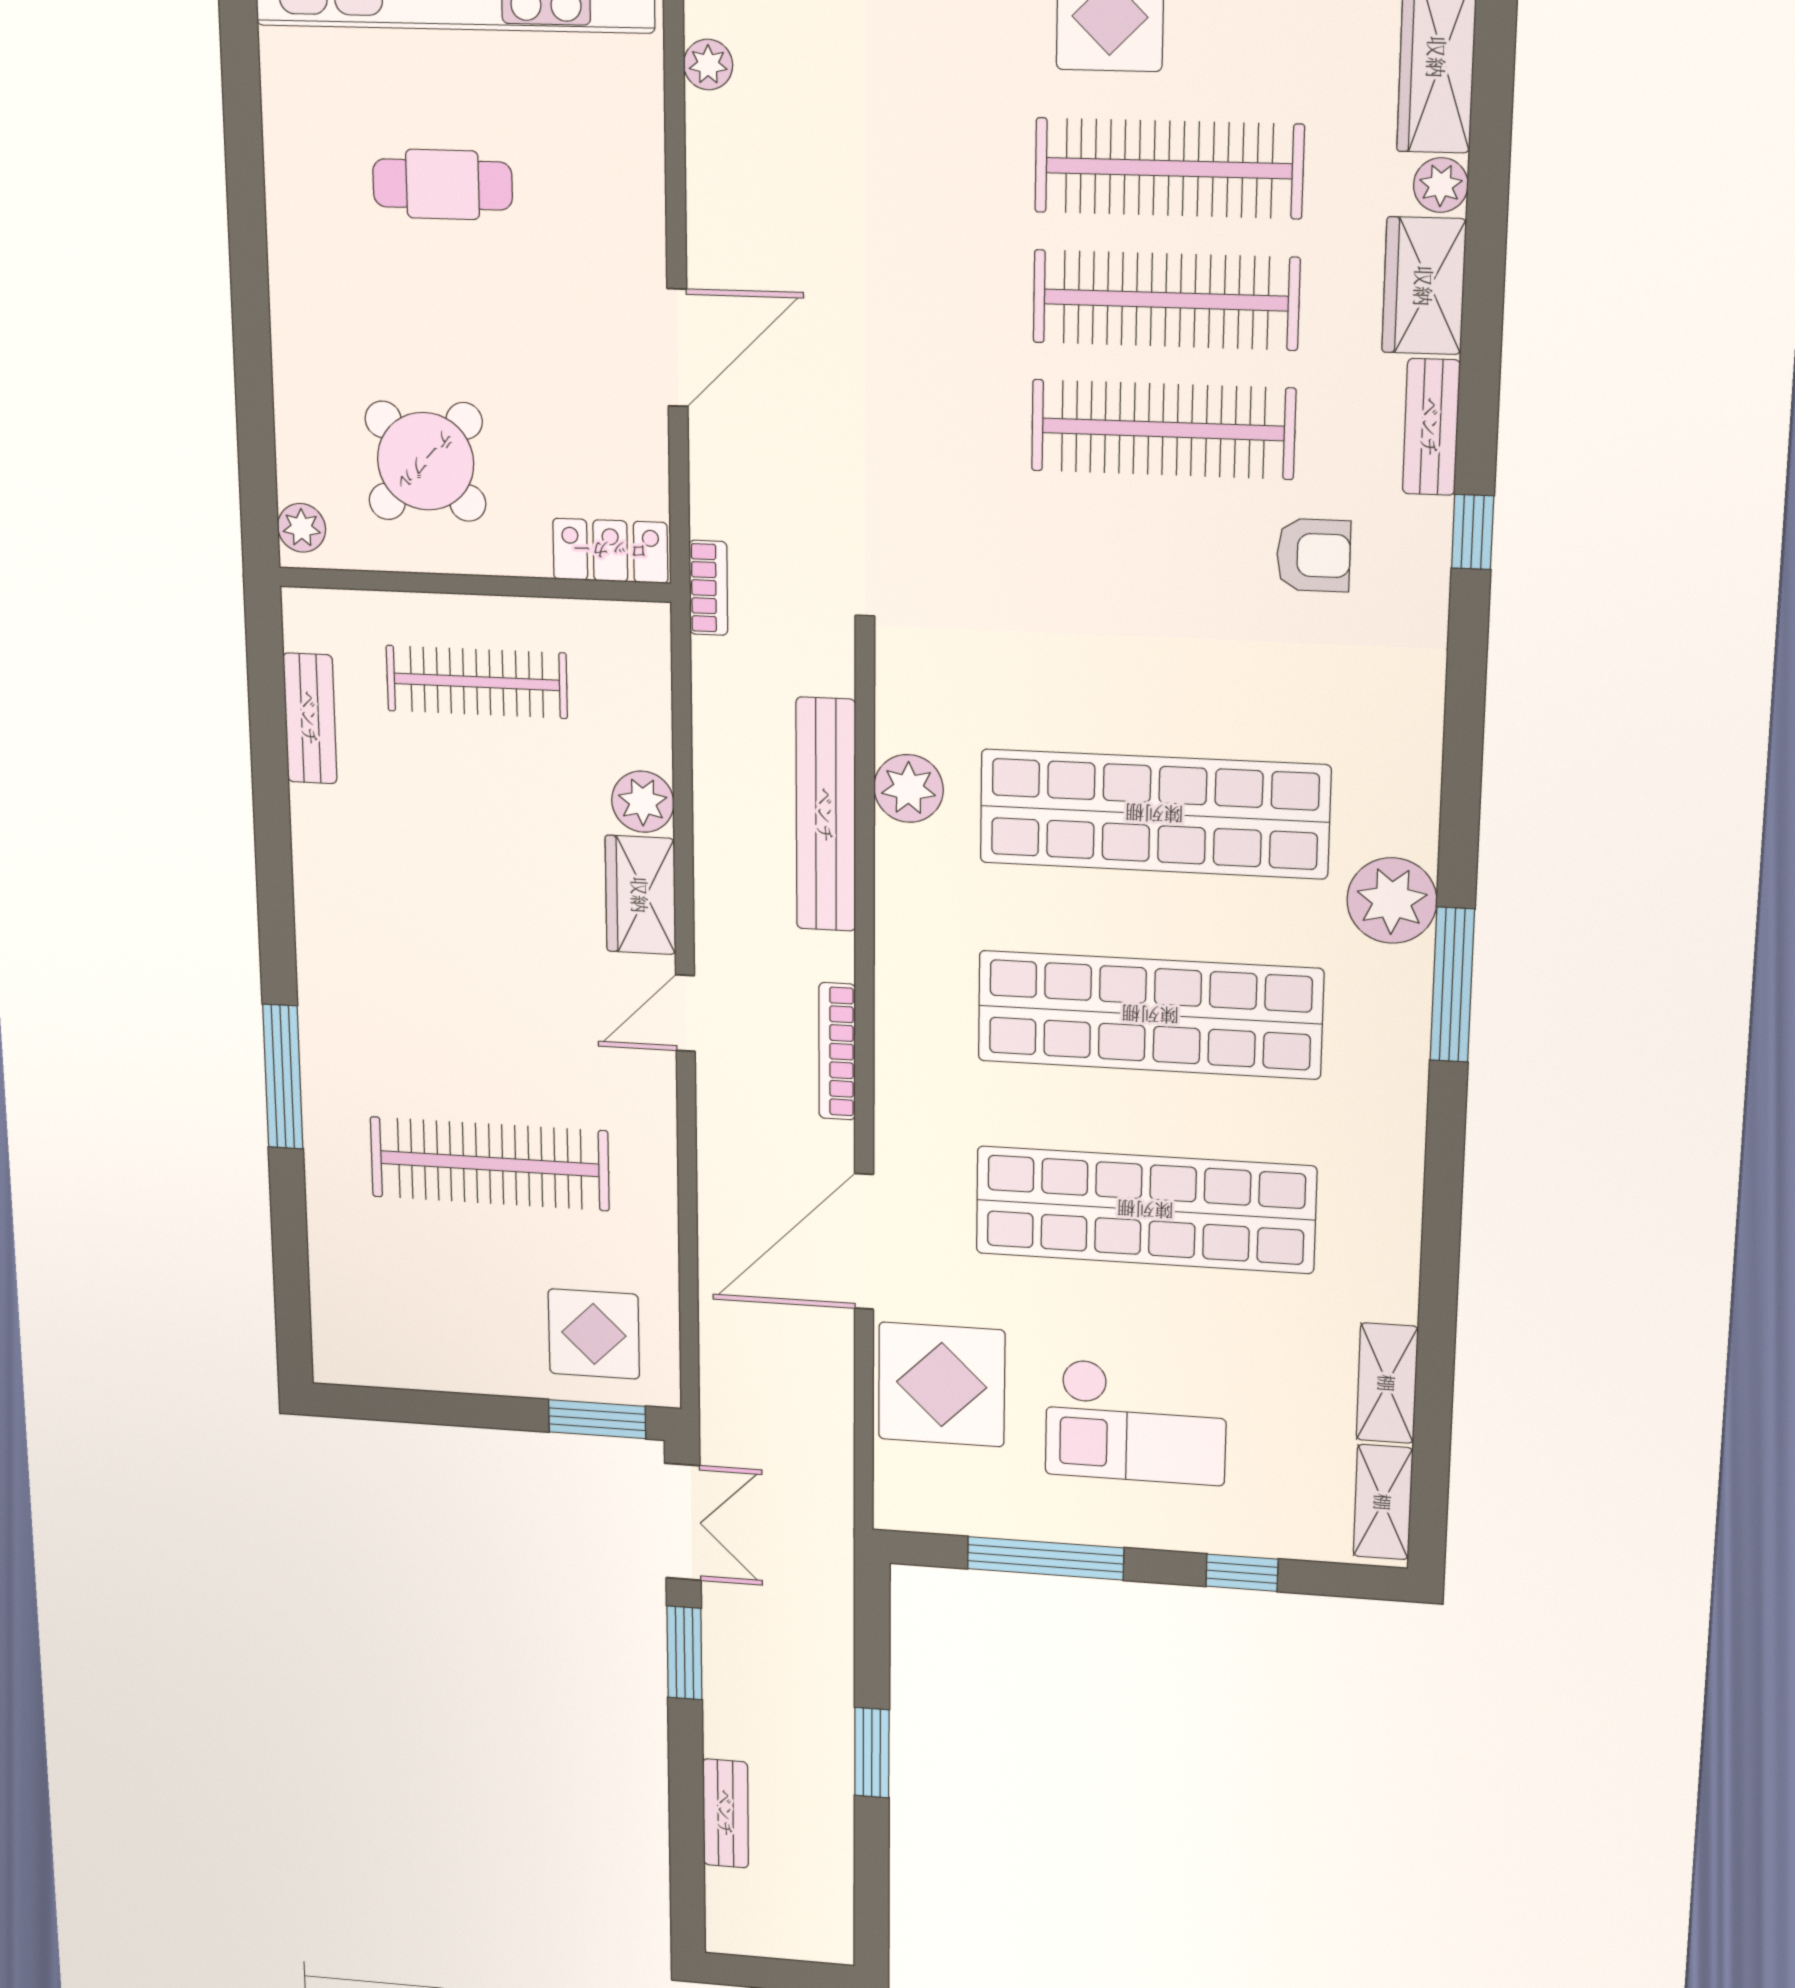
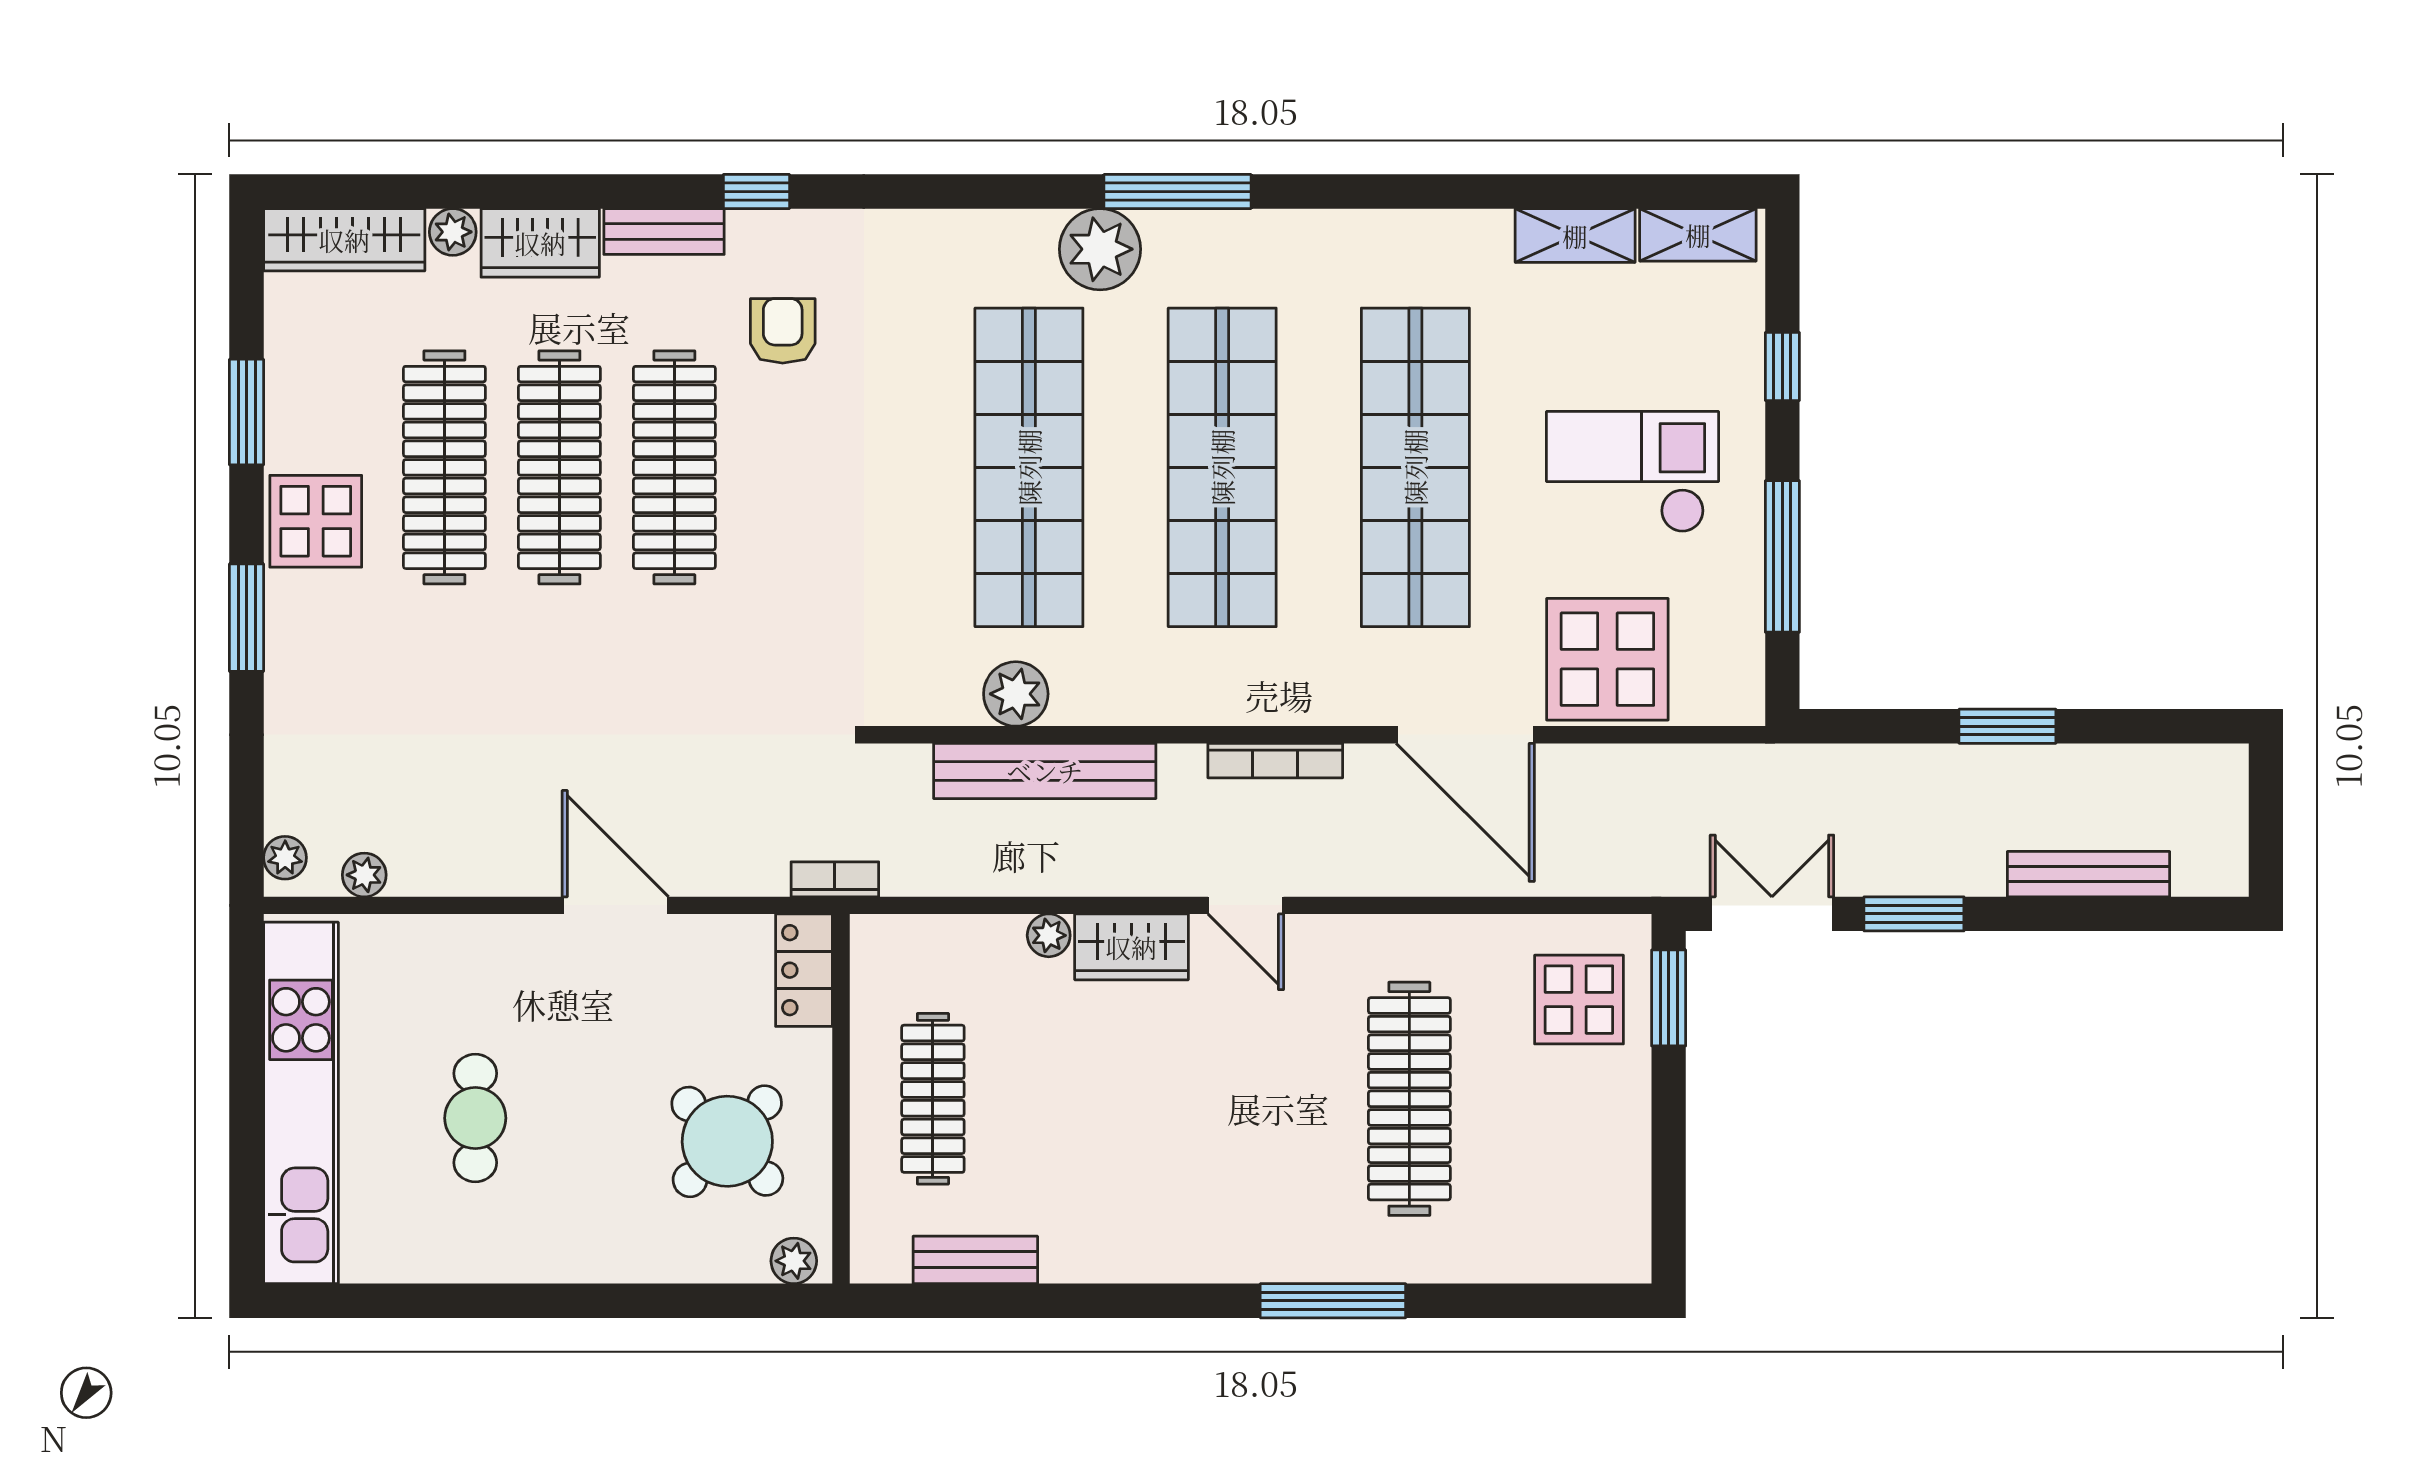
plant: (643, 802) -> (1049, 935), width x0.73, depth x0.73
checkout: (1136, 1422) -> (1632, 472), turned -90
bench: (726, 1813) -> (2088, 874), width x1.36

